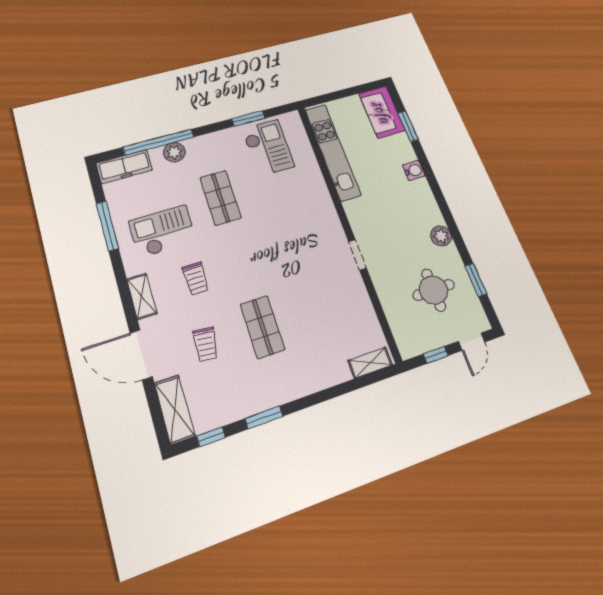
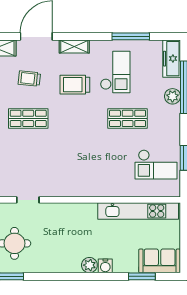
plant: (441, 236) -> (89, 265), moved
doorway: (357, 255) -> (28, 200), moved
trolley: (196, 279) -> (75, 85), width x1.36, depth x1.39

